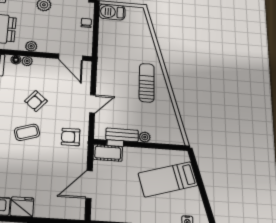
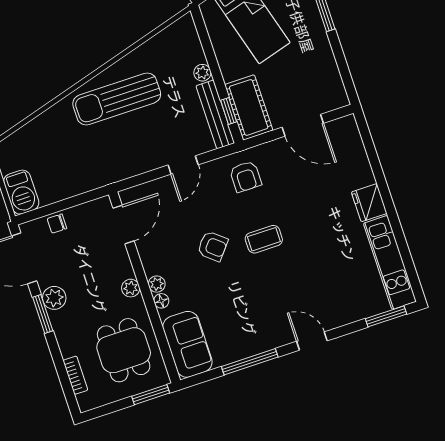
sun lounger: (147, 83) -> (117, 99), width x1.36, depth x1.34
door: (93, 104) -> (183, 165), swing flipped
coffee table: (27, 132) -> (264, 239), turned -73
bench: (122, 135) -> (215, 114), width x1.36
cot: (108, 153) -> (249, 107), width x1.37, depth x1.34

